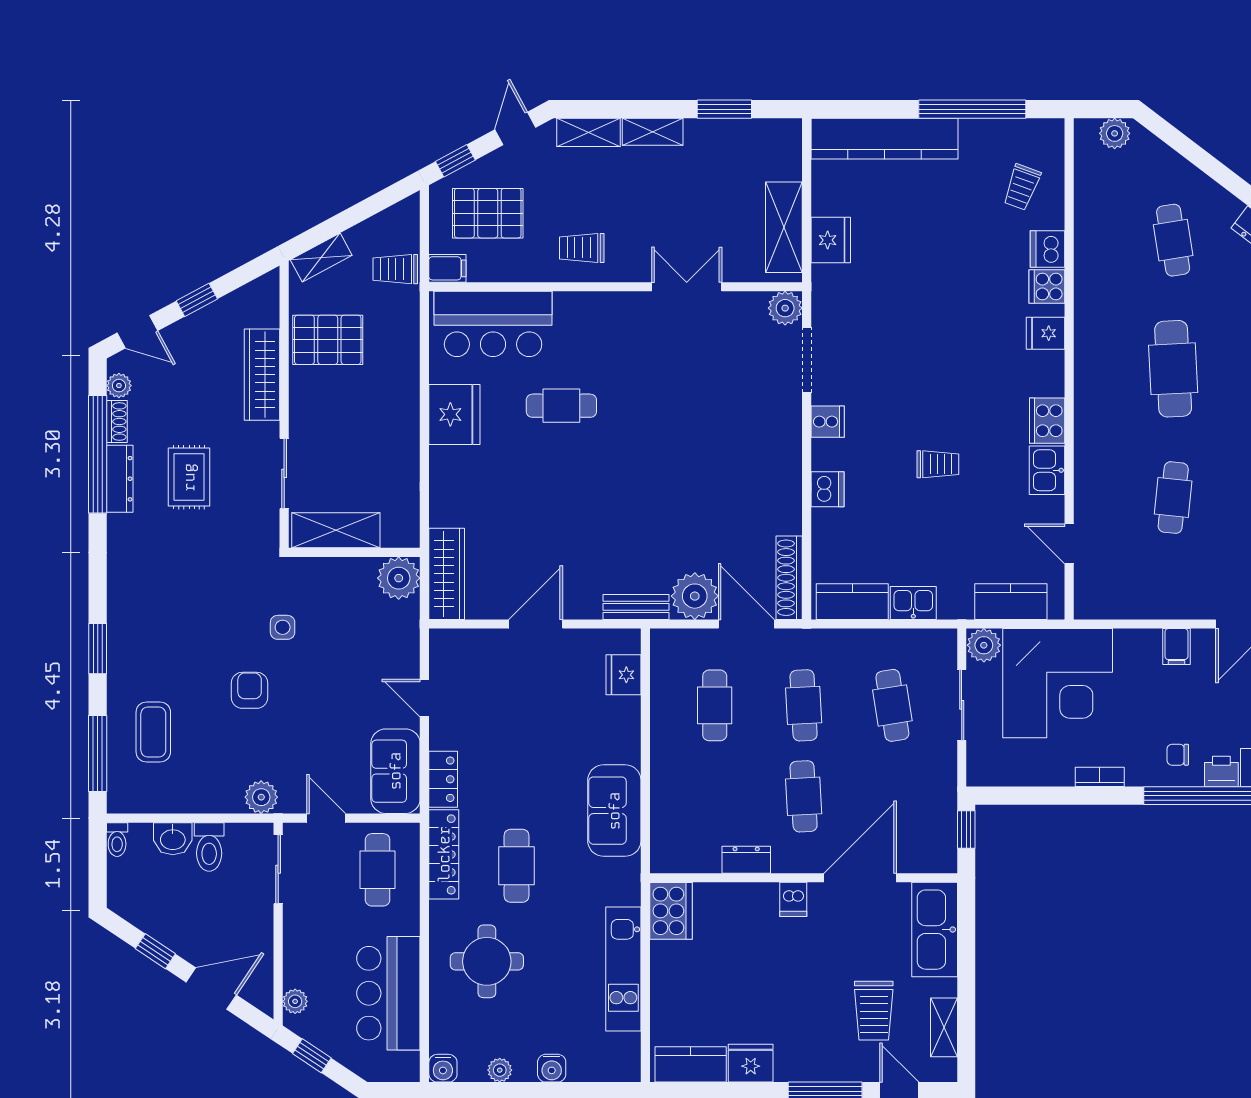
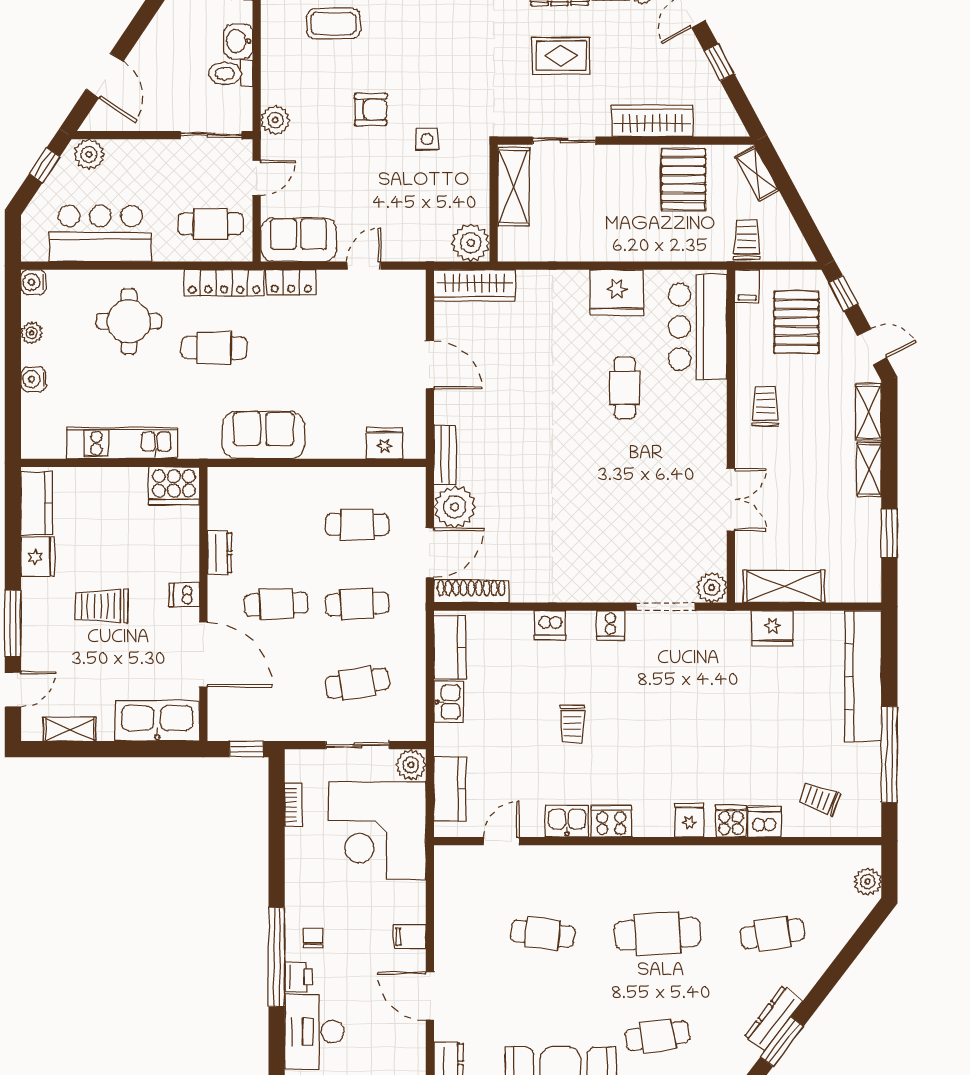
bookcase: (1100, 777) -> (293, 805), moved
window: (155, 951) -> (138, 26), removed
plant: (295, 1001) -> (89, 154), width x1.38, depth x1.38
trolley: (874, 1011) -> (101, 606), moved

